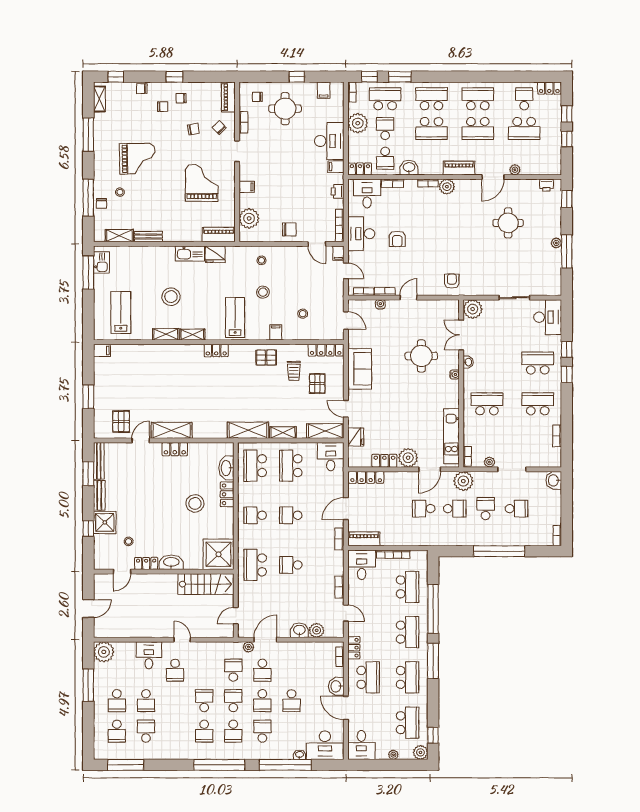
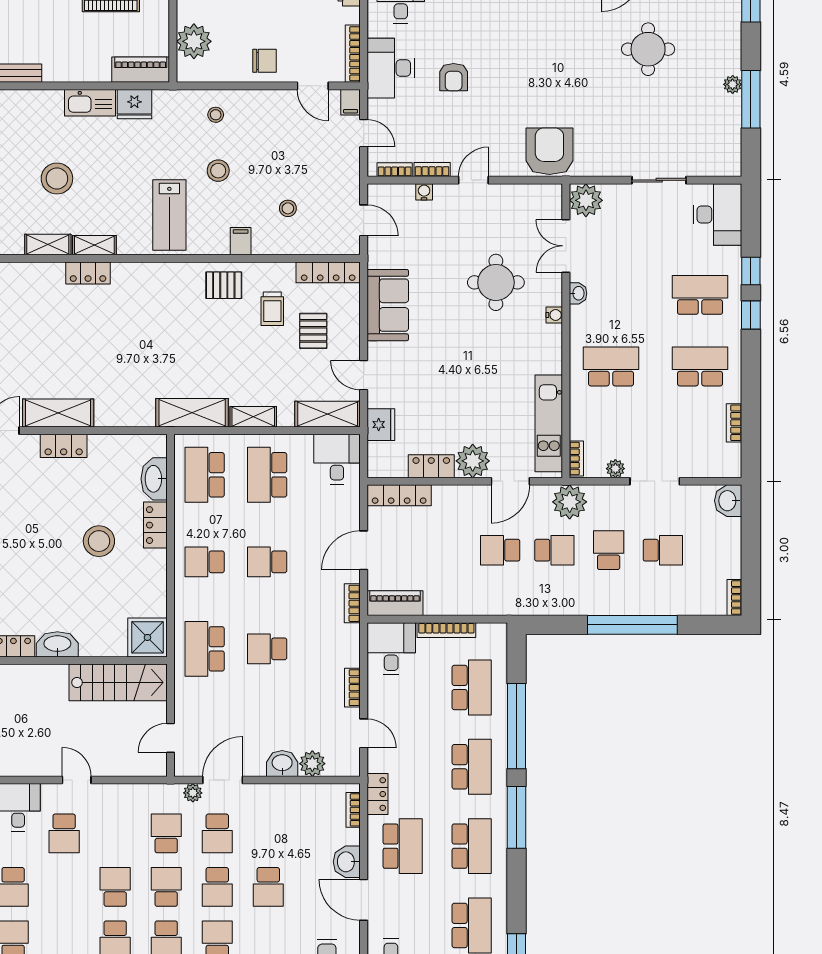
armchair: (452, 281) -> (549, 151), width x1.88, depth x1.88
lab bench: (235, 317) -> (169, 215), turned 180
locker: (216, 350) -> (88, 273), moved
shower: (218, 554) -> (147, 637), width x0.73, depth x0.73

